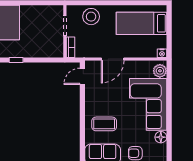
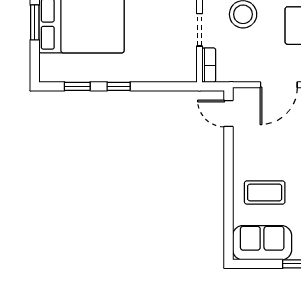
door: (82, 76) -> (228, 113), hinge flipped

